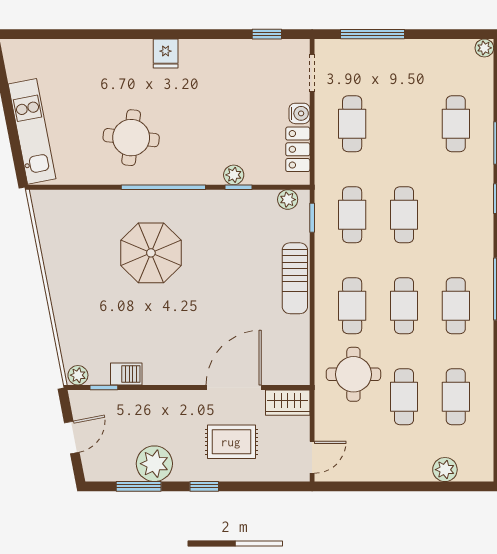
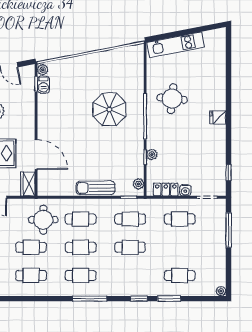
barbecue: (126, 374) -> (43, 85), moved

